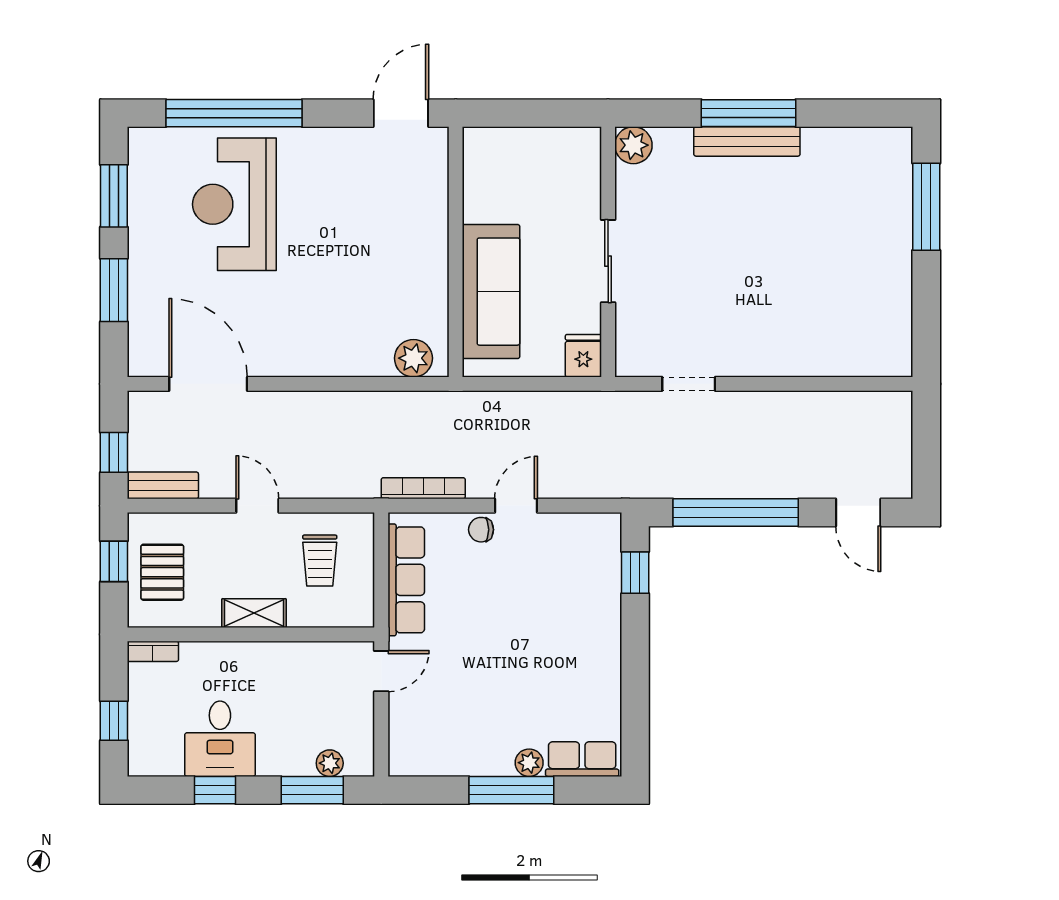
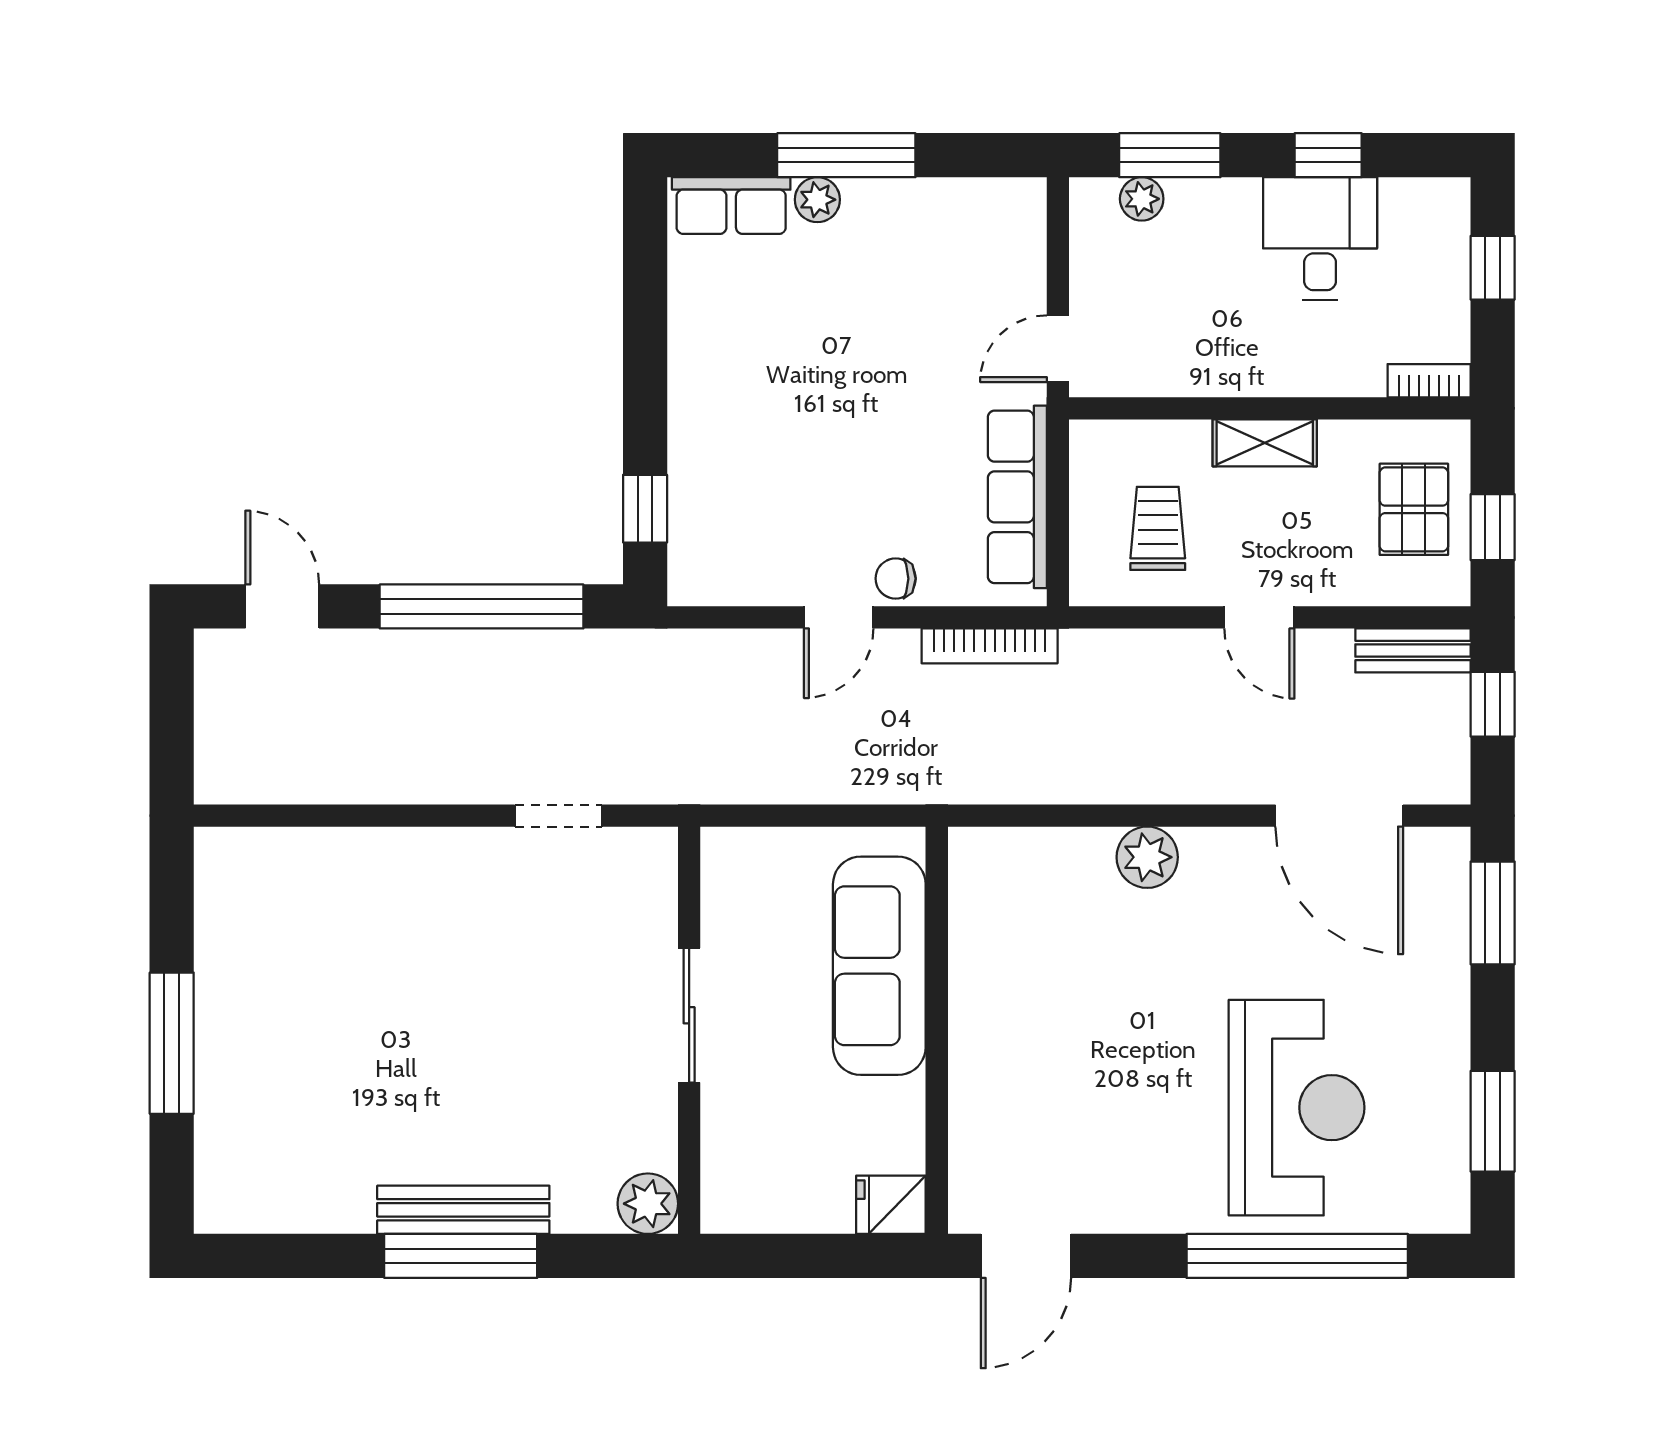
window: (926, 207) -> (172, 1043), moved
window: (114, 290) -> (1493, 913), moved
fridge: (583, 356) -> (891, 1205), moved, turned 90
plant: (413, 358) -> (1147, 857), moved
chair: (481, 530) -> (896, 579), turned 180

